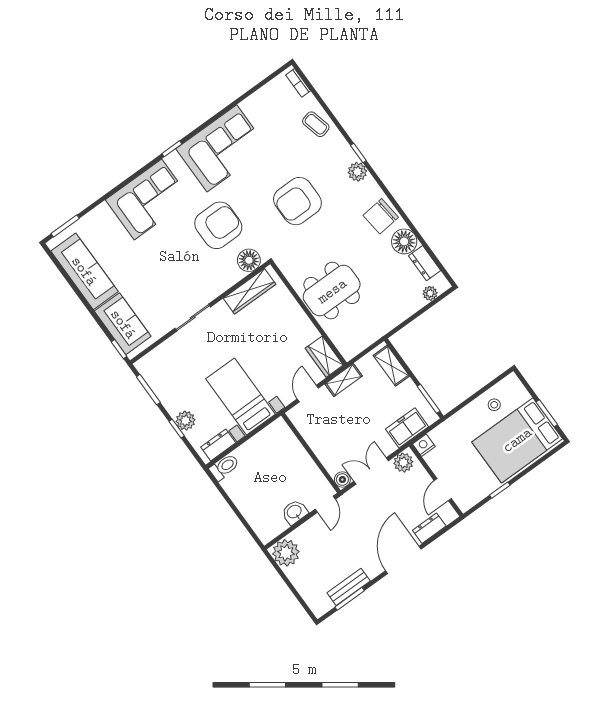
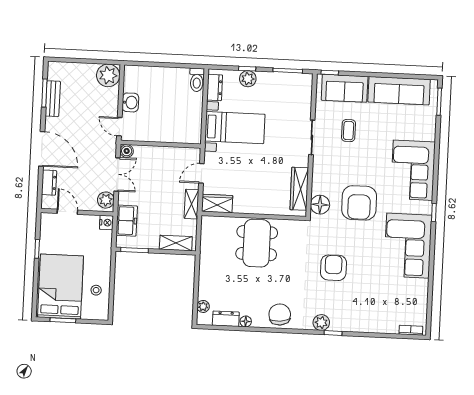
coffee table: (316, 124) -> (349, 131), moved, turned -76
armchair: (297, 201) -> (333, 268), width x0.73, depth x0.73
floor lamp: (404, 241) -> (246, 321), width x0.53, depth x0.53
door: (308, 394) -> (201, 173), swing flipped

